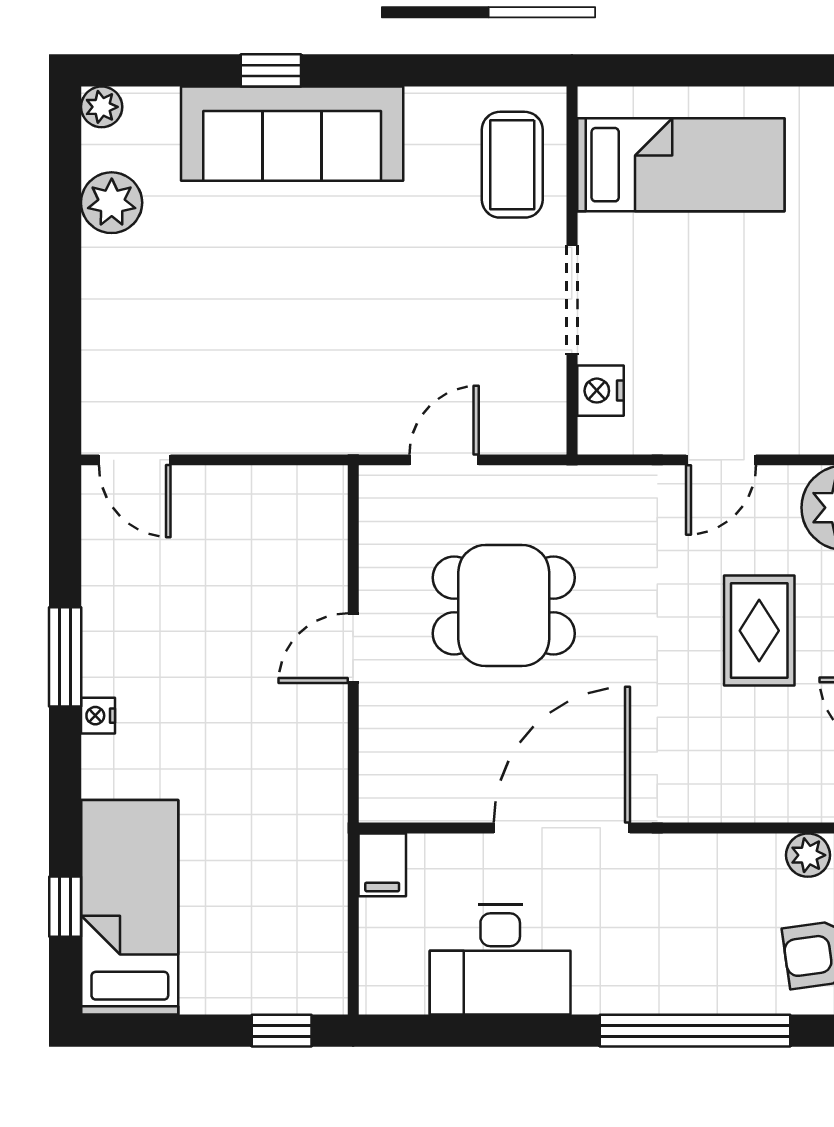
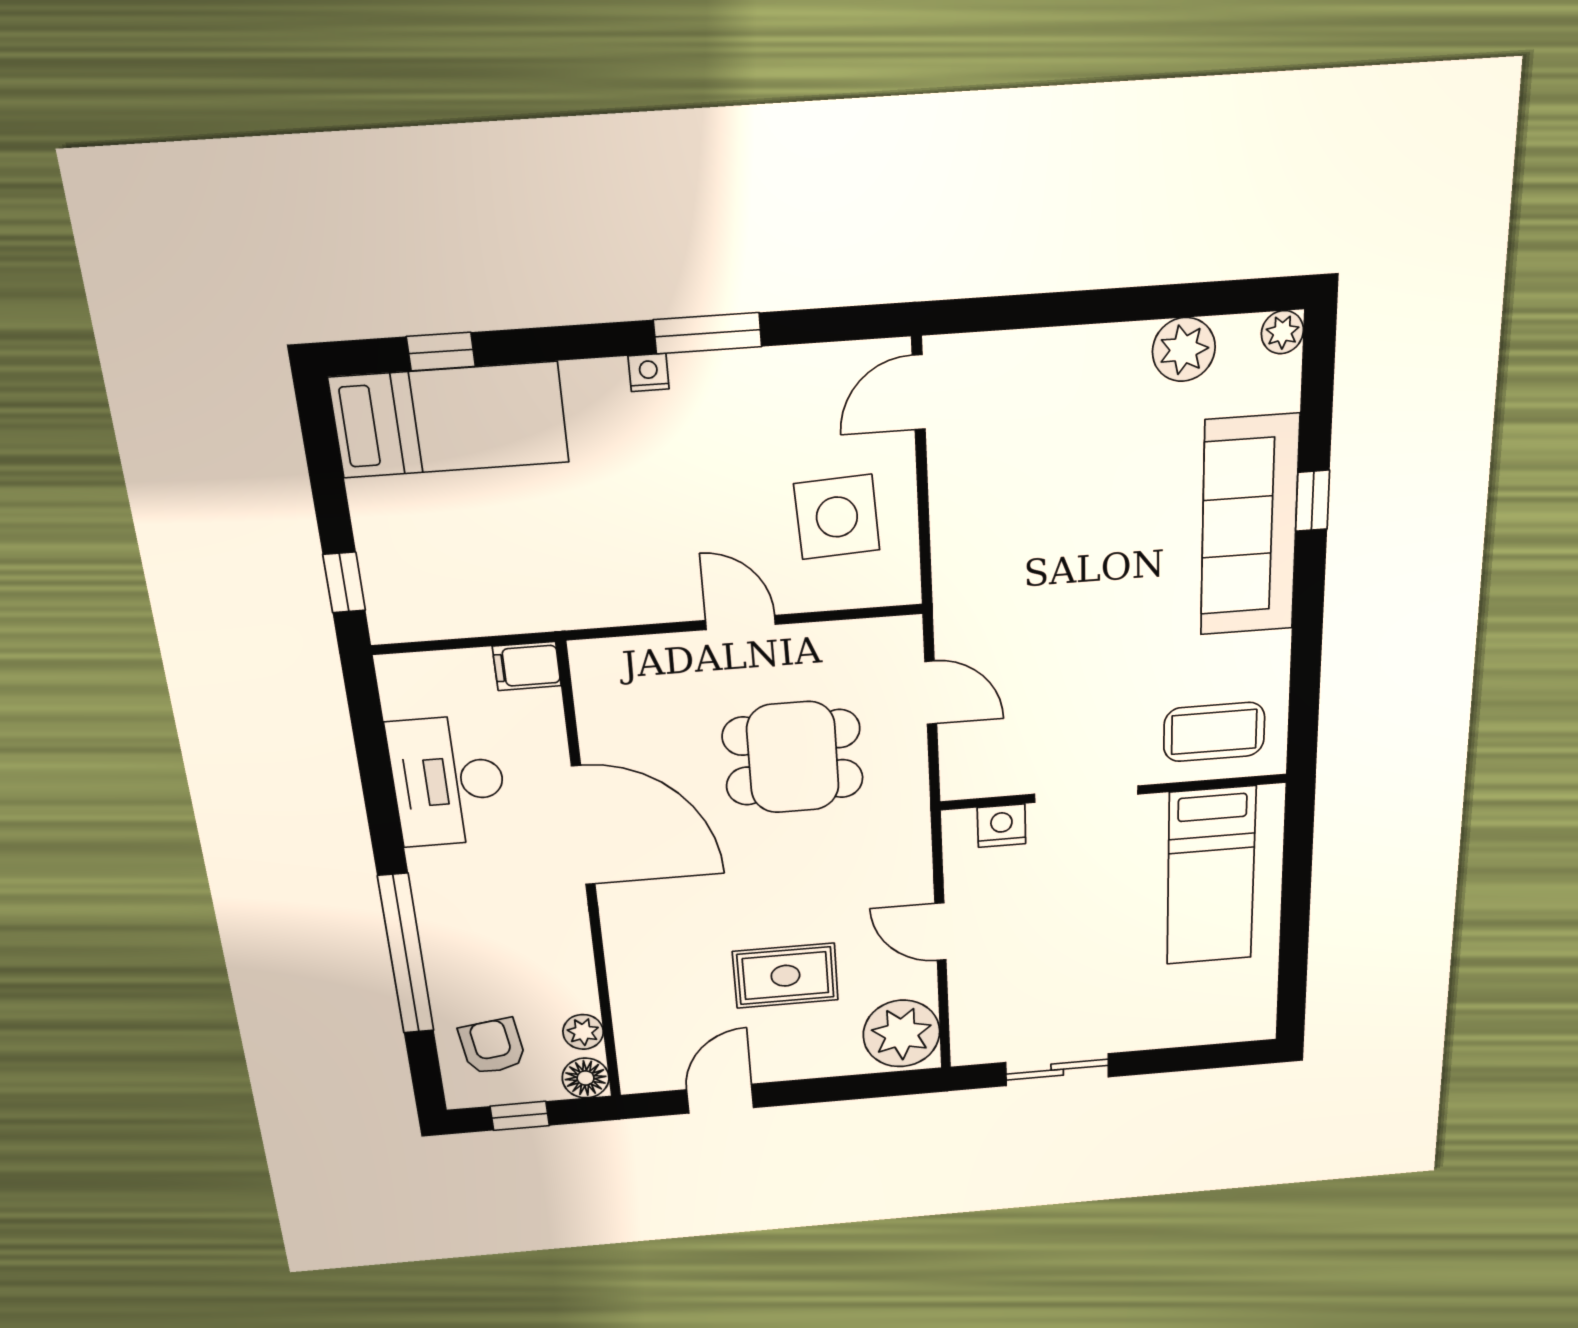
side table: (252, 545) -> (837, 517), added
dining table: (504, 606) -> (793, 757), turned 90

